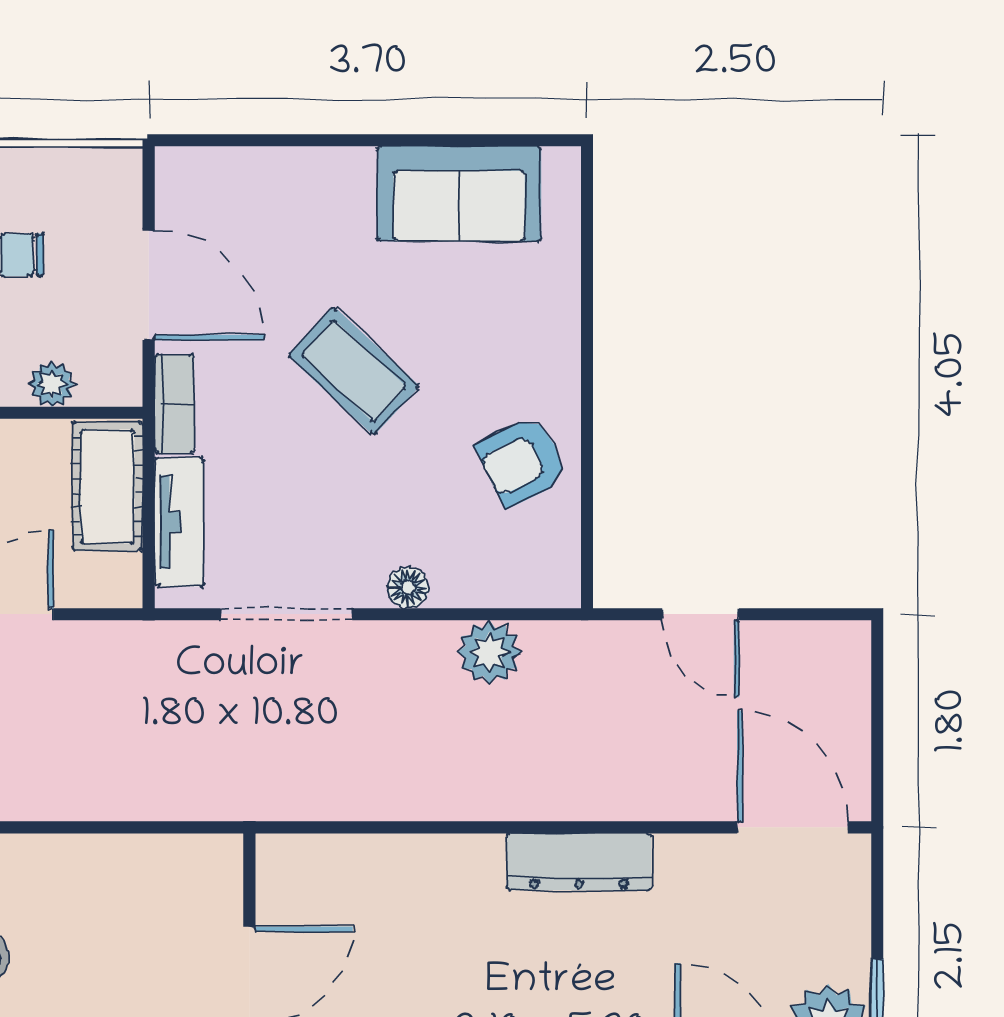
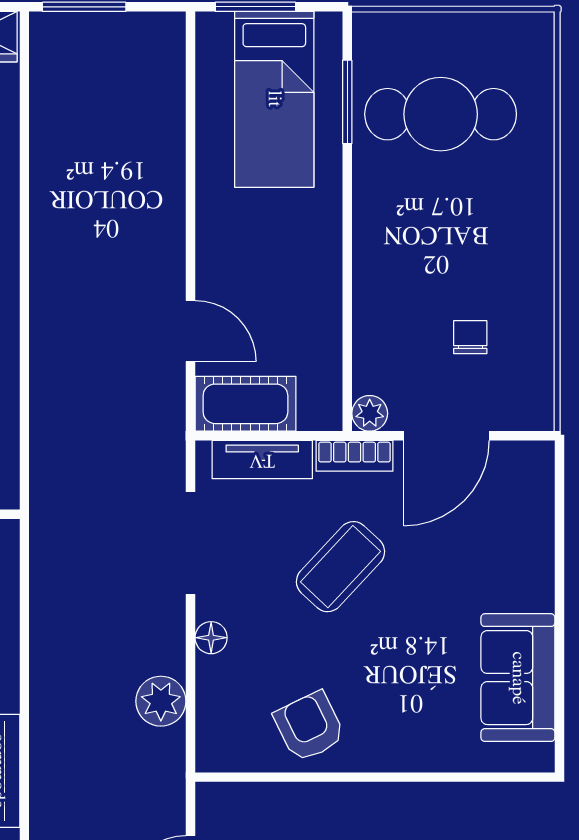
coffee table: (354, 371) -> (340, 567), moved
plant: (52, 384) -> (370, 413), moved
cot: (108, 486) -> (245, 404), moved

